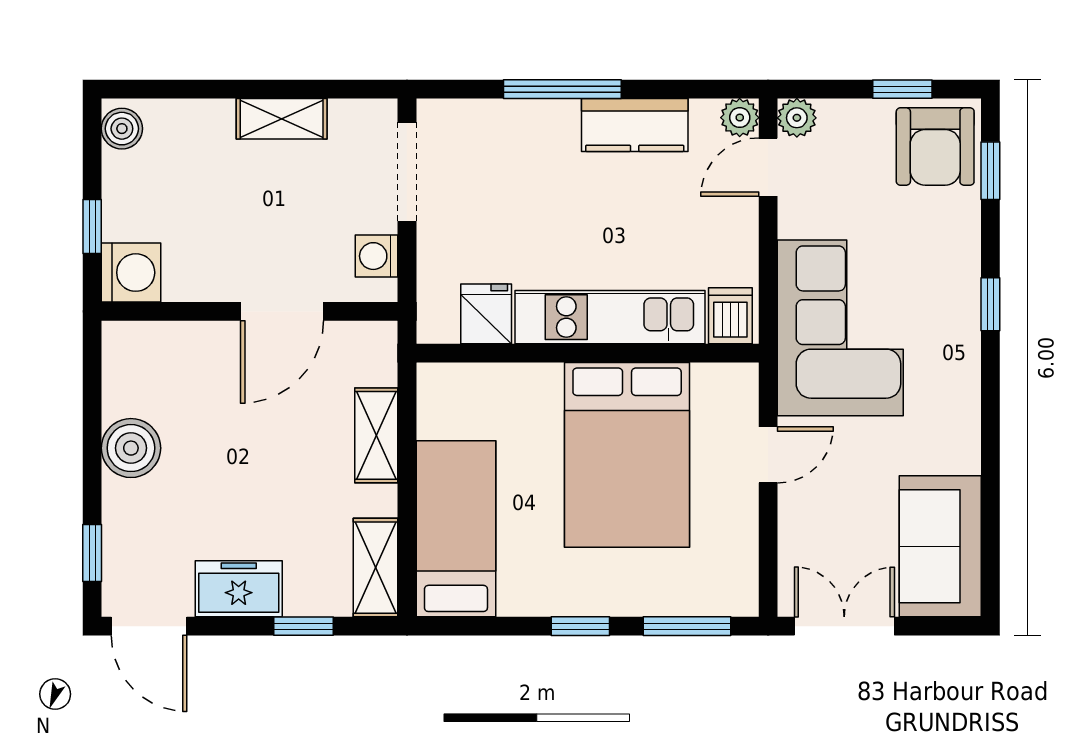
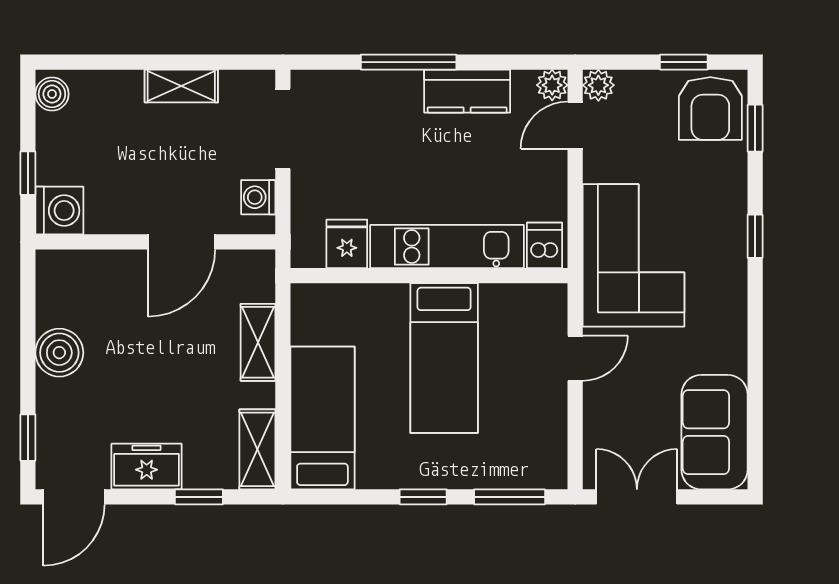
bed: (627, 455) -> (444, 358), width x0.67
door: (149, 626) -> (74, 497), hinge flipped

